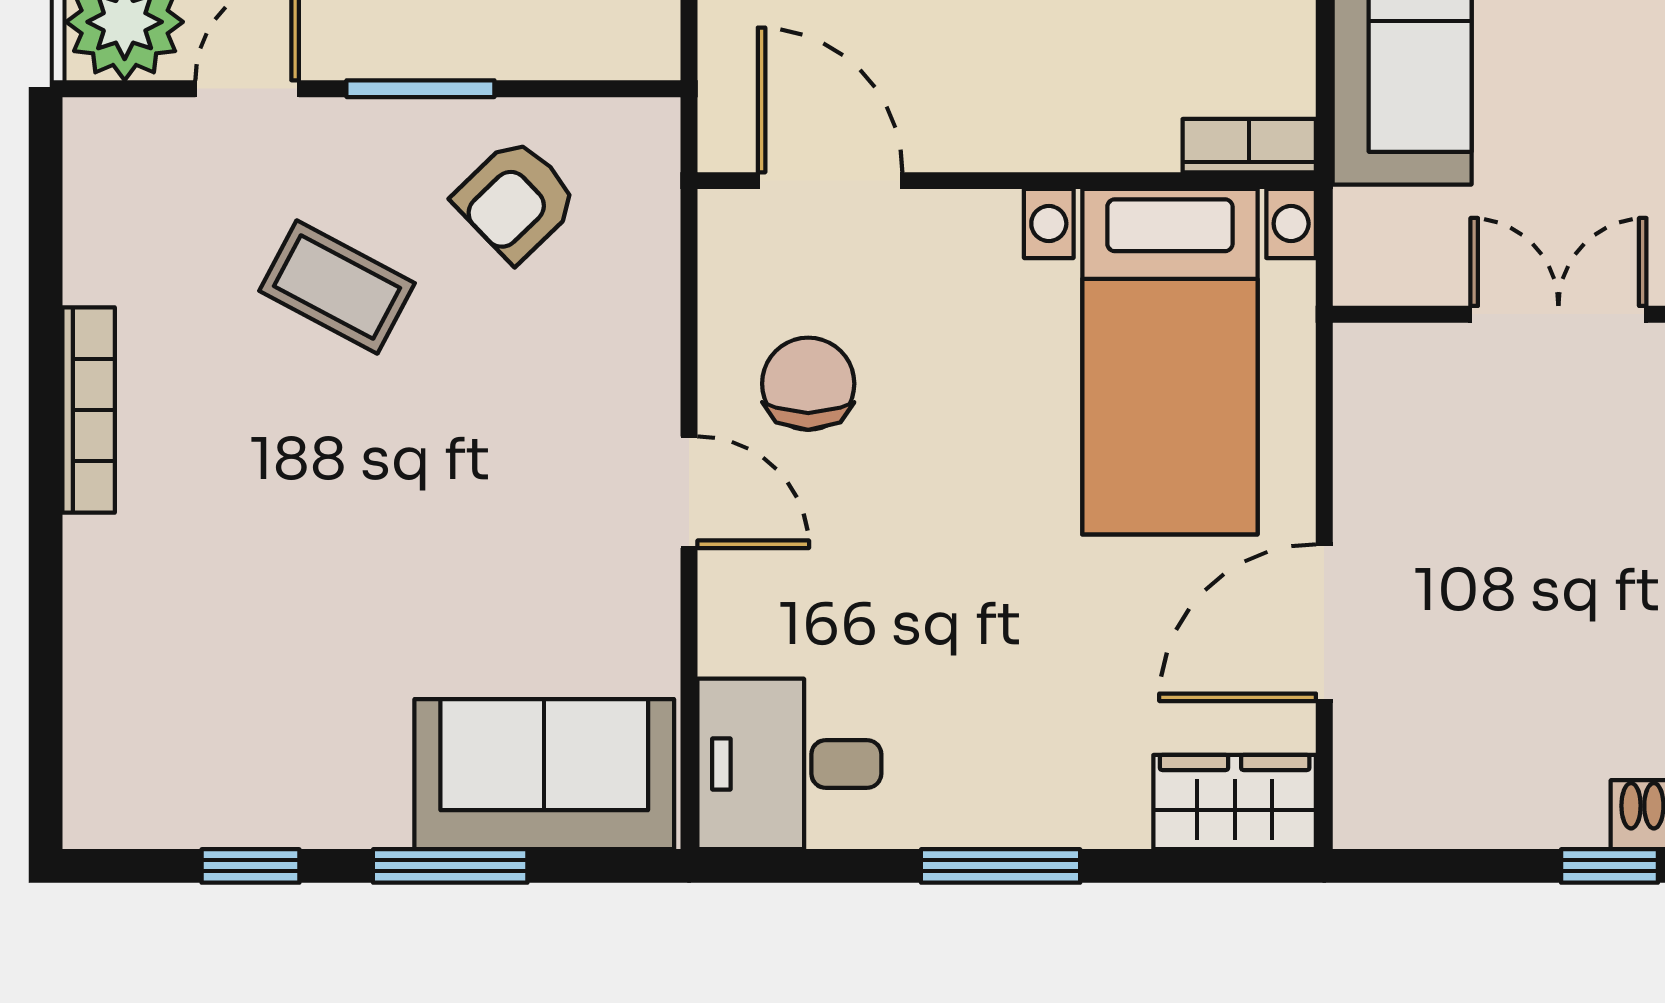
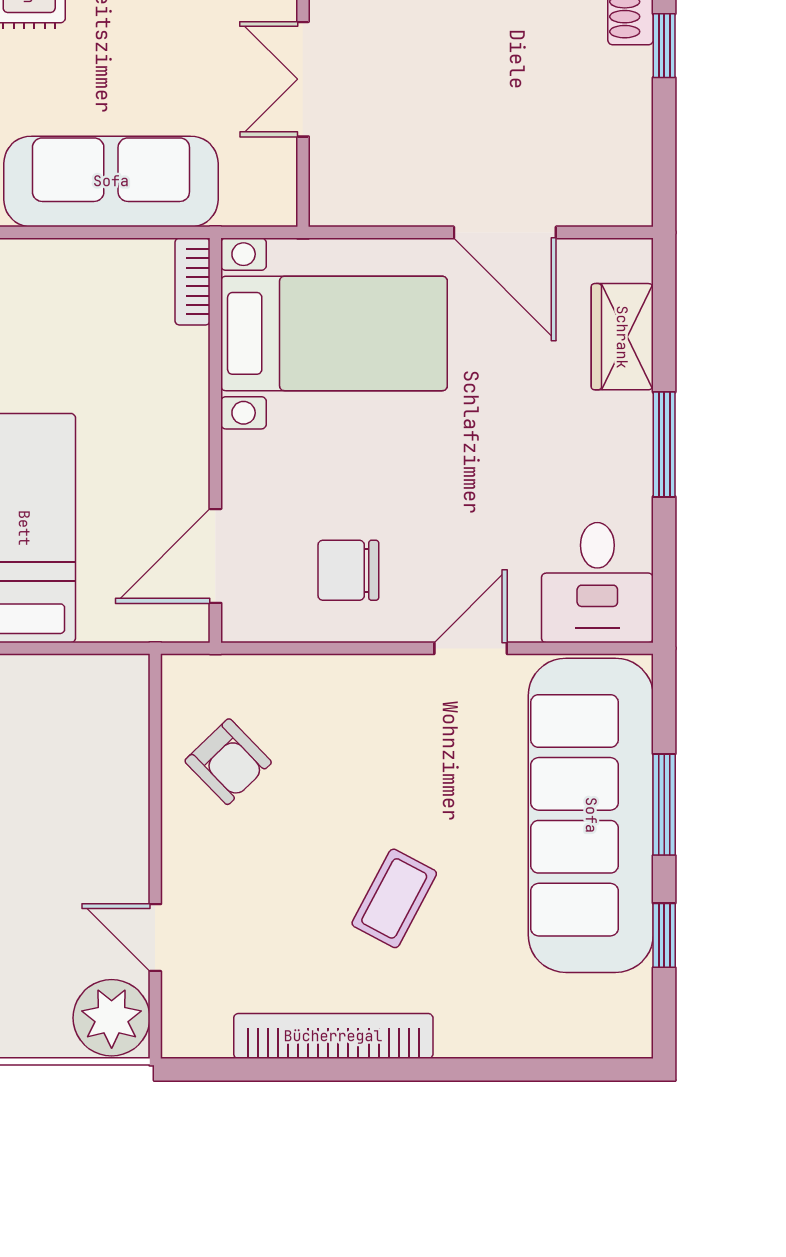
window: (420, 89) -> (155, 824), removed
coffee table: (337, 287) -> (394, 898), moved
bookcase: (89, 410) -> (333, 1036), width x1.48, depth x1.31
door: (689, 492) -> (471, 648), moved
sofa: (544, 774) -> (591, 815), width x1.85, depth x1.27
wardrobe: (1235, 802) -> (622, 337), moved

